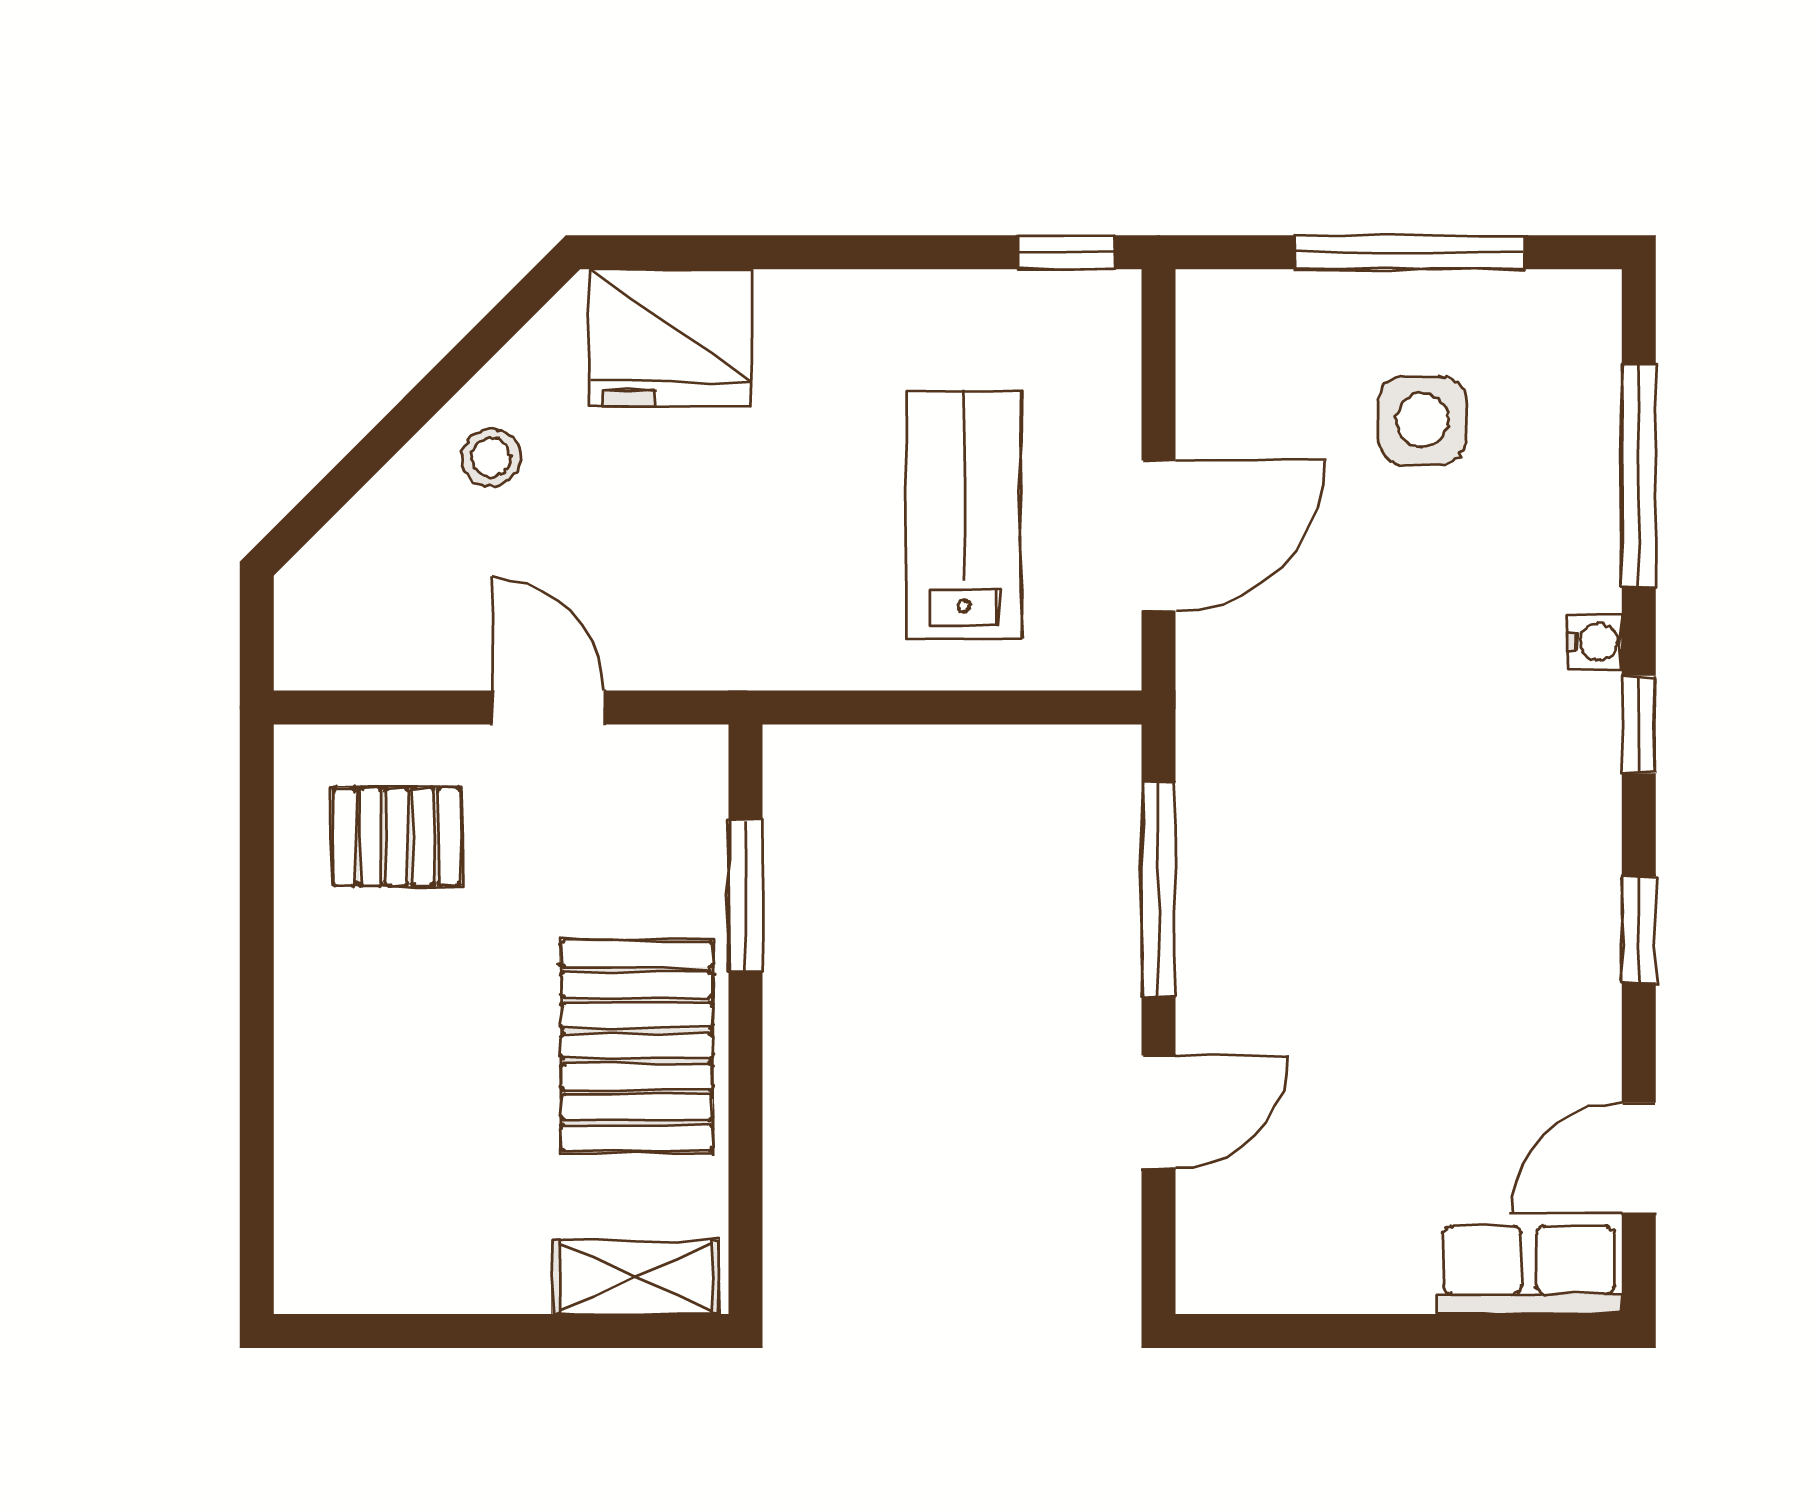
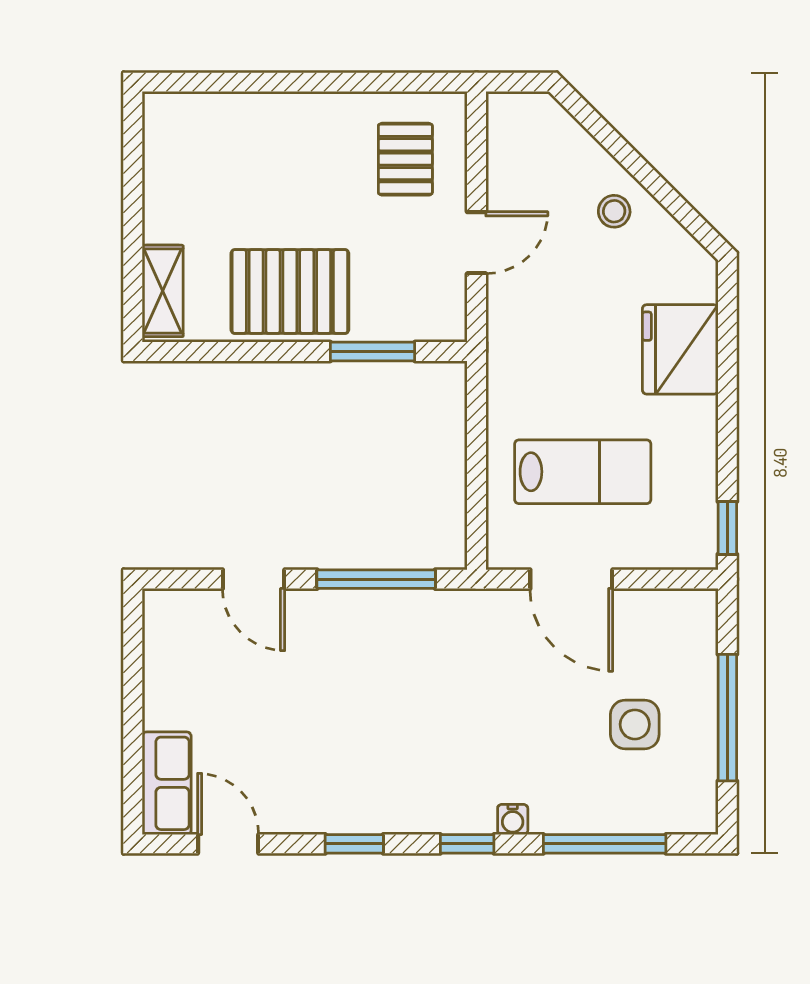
fridge: (671, 338) -> (680, 349), moved

